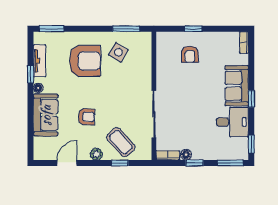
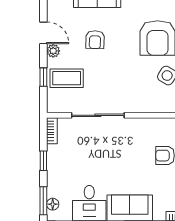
coffee table: (121, 142) -> (67, 78), turned 41
floor lamp: (186, 155) -> (53, 204), moved
door: (67, 163) -> (43, 33), moved

